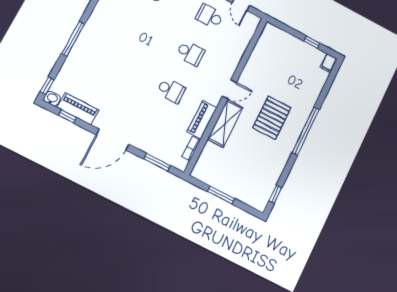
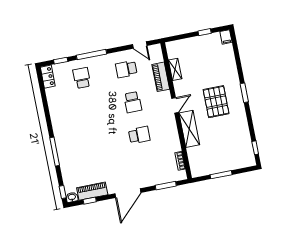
school desk: (190, 53) -> (133, 102), turned 90
shelving: (257, 55) -> (175, 69), added
piano: (202, 120) -> (161, 77), moved
window: (306, 131) -> (244, 93), width x0.47

